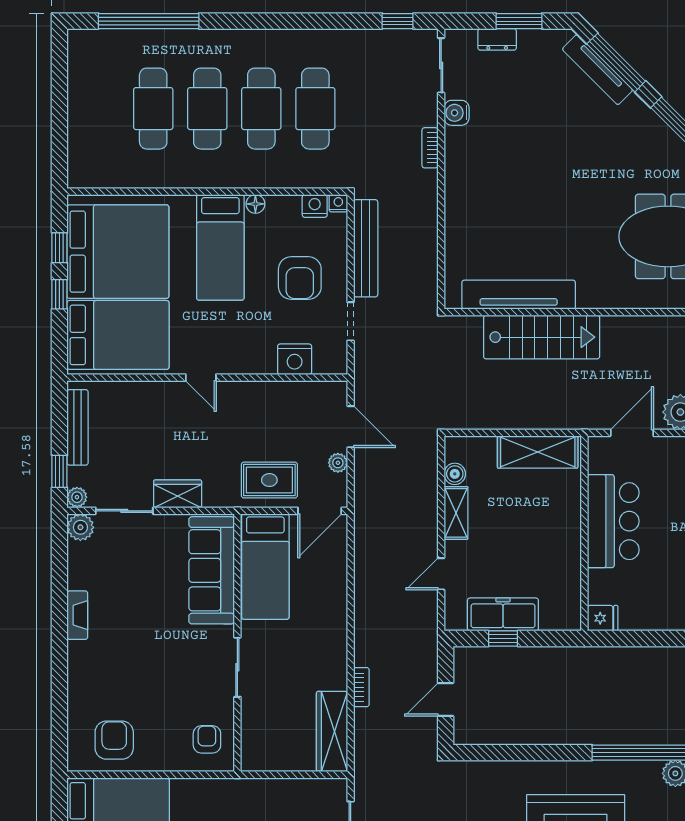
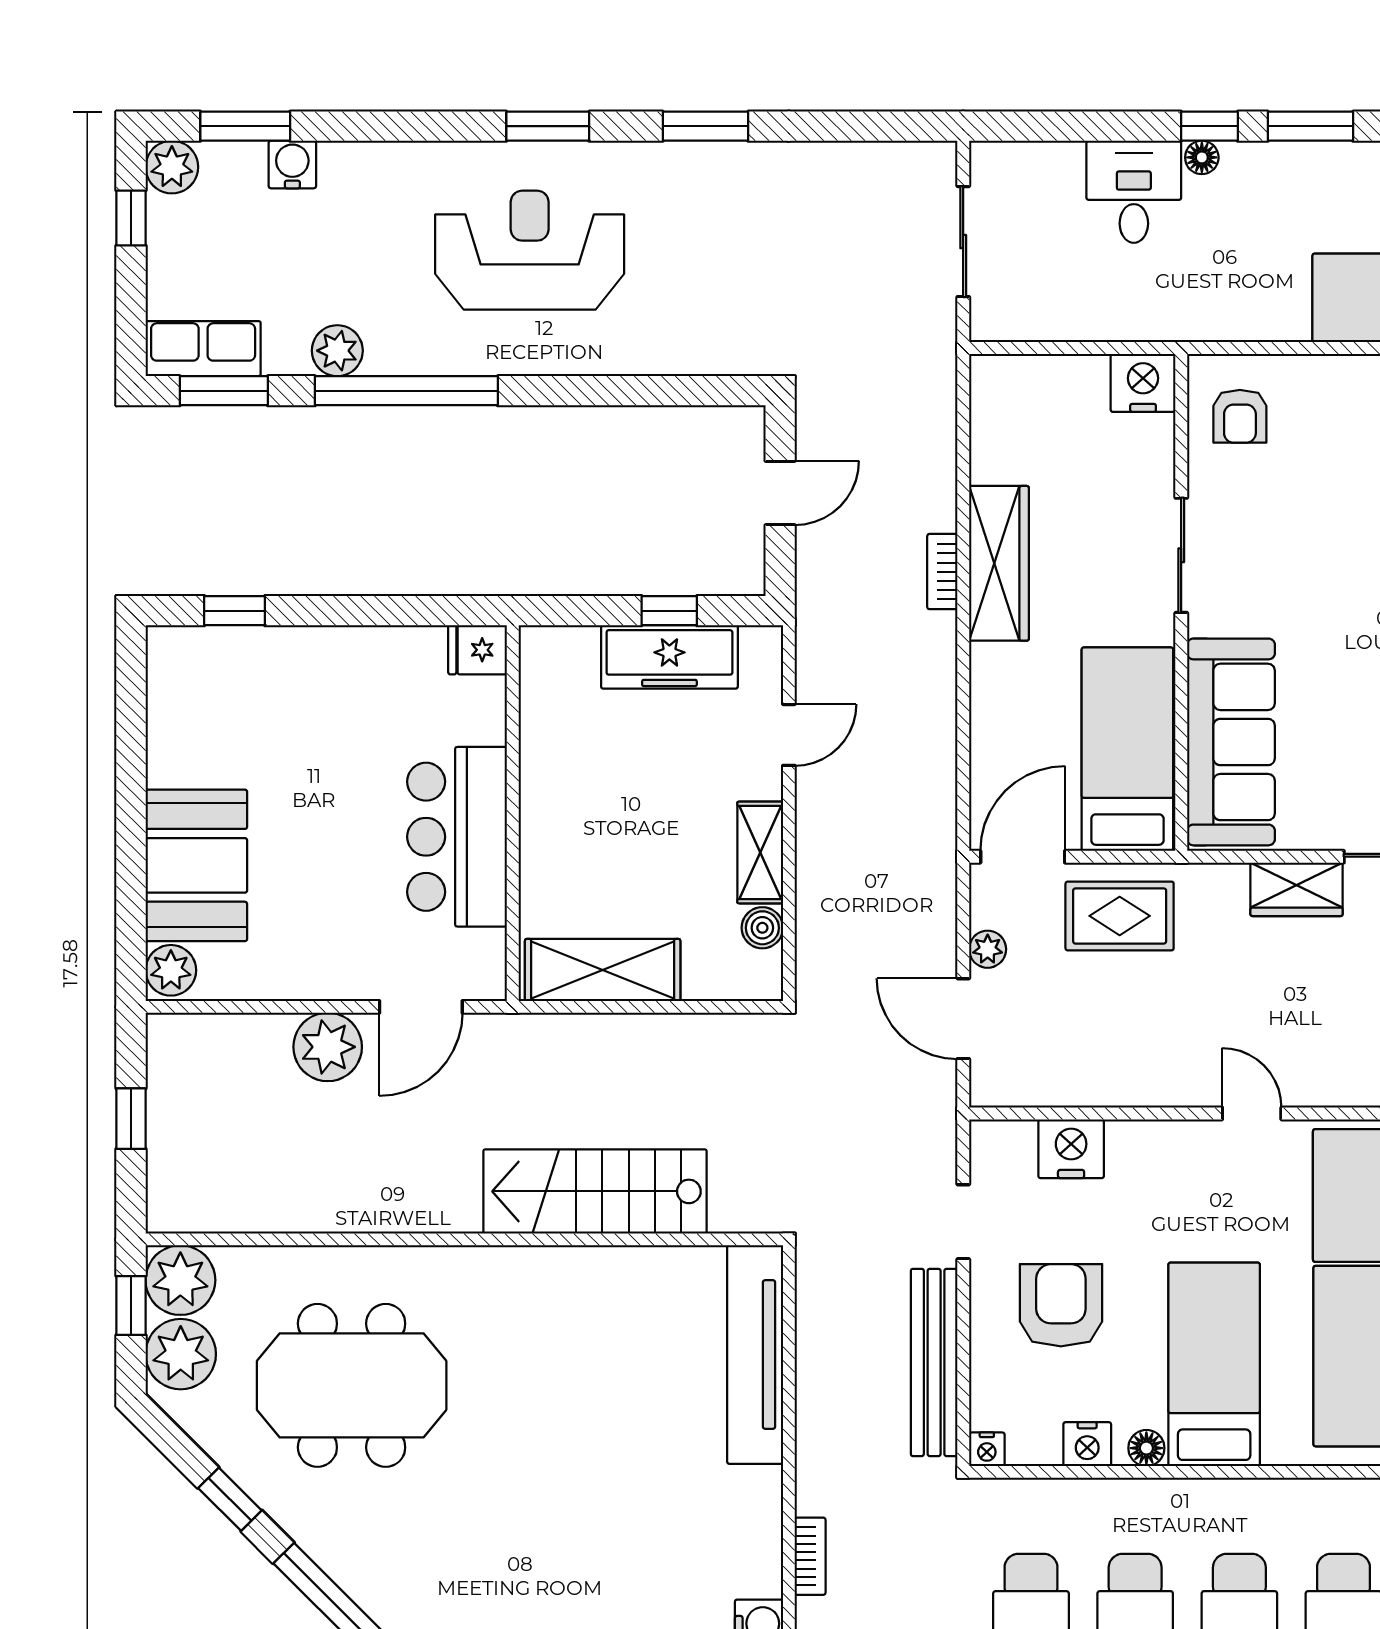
nightstand: (315, 206) -> (1087, 1444), moved
tv unit: (519, 295) -> (755, 1355), moved, turned 90
bookcase: (361, 687) -> (942, 572), moved
wardrobe: (332, 732) -> (999, 563), moved
nightstand: (257, 757) -> (1143, 383), added

